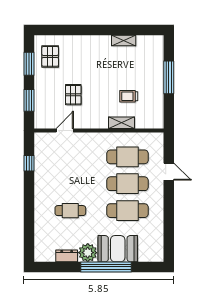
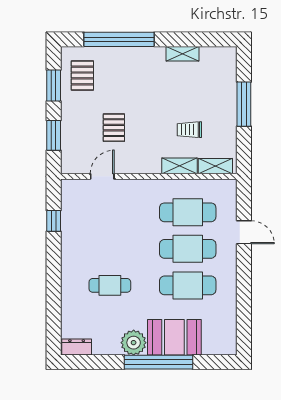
window: (77, 30) -> (119, 39), added
shelving: (148, 123) -> (215, 166), added
dresser: (67, 256) -> (77, 347), moved

